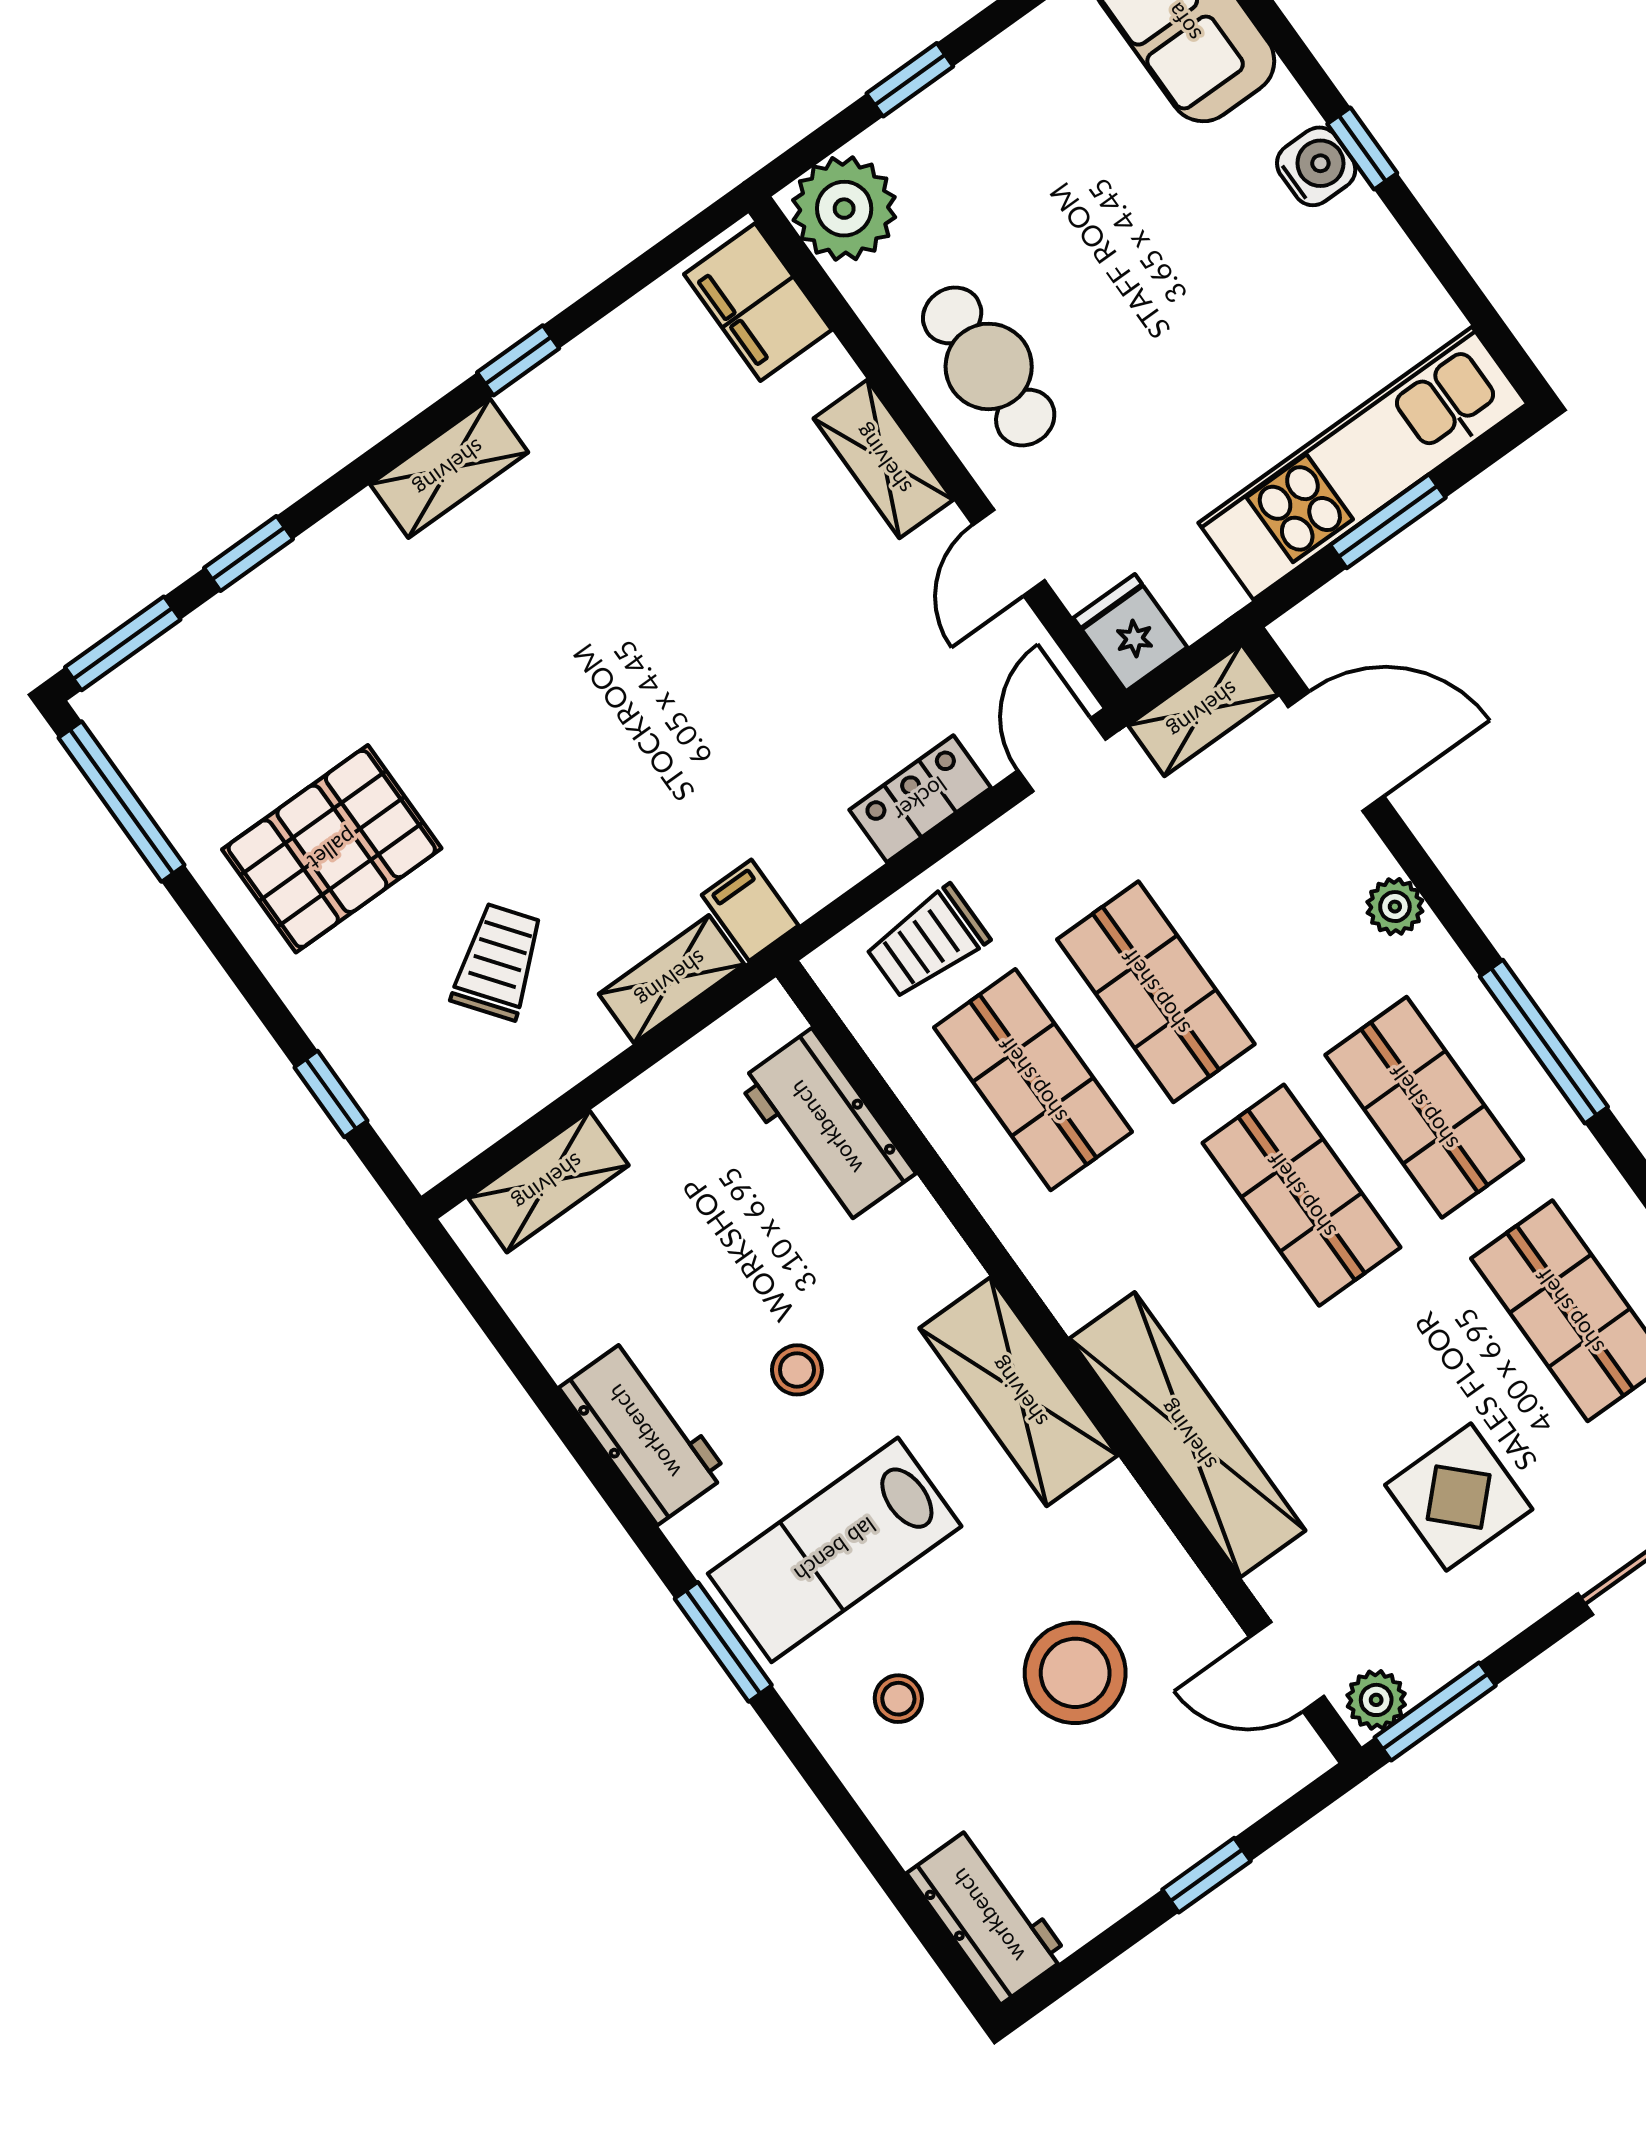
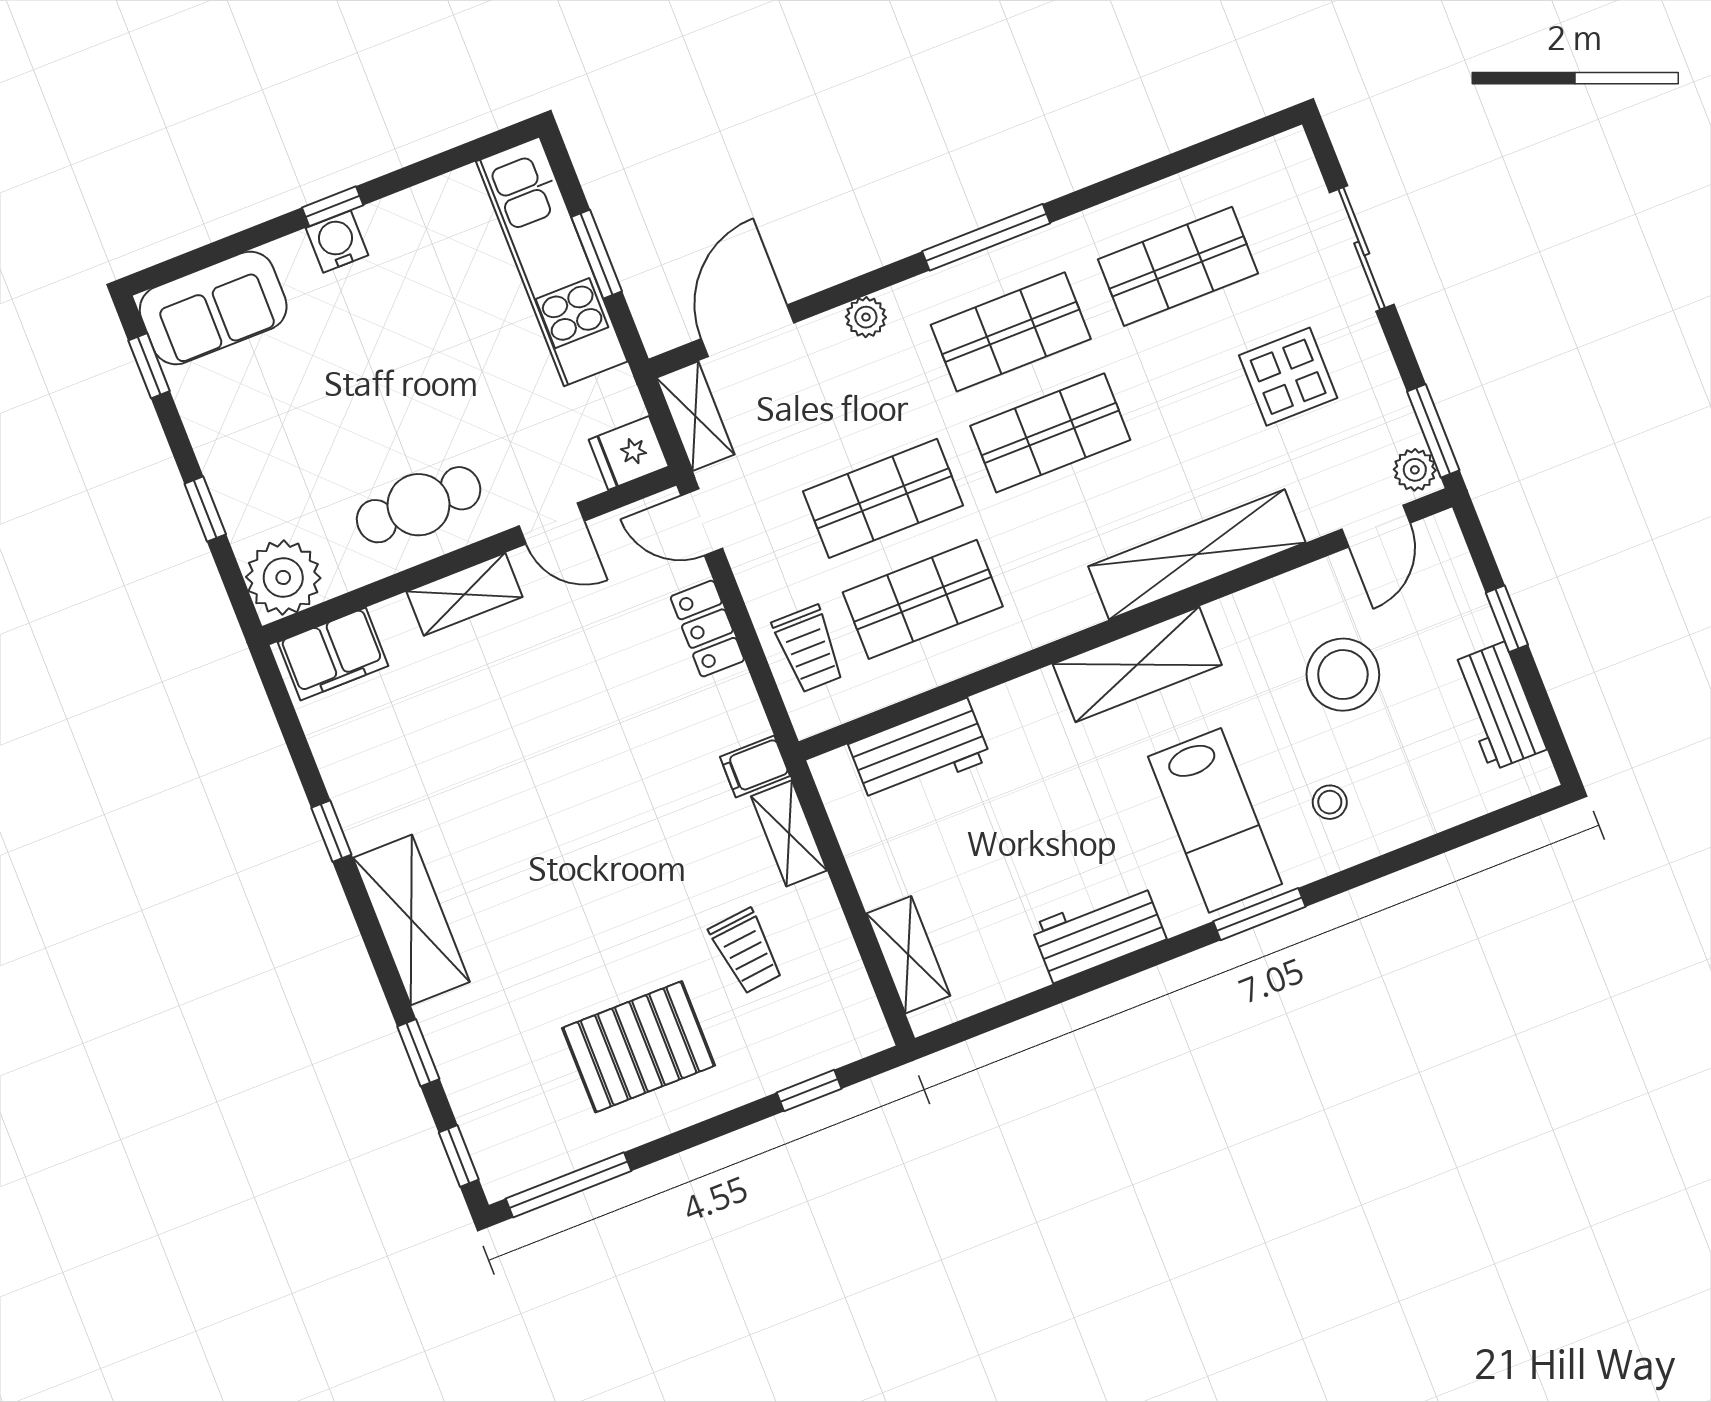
shelving: (449, 468) -> (411, 920), width x1.50, depth x1.33
window: (123, 643) -> (459, 1156), width x0.67
pallet: (332, 849) -> (639, 1047), turned 90
trolley: (498, 962) -> (746, 951), turned -149
stool: (797, 1370) -> (1083, 815), removed
workbench: (988, 1915) -> (1498, 706), moved, turned -90

